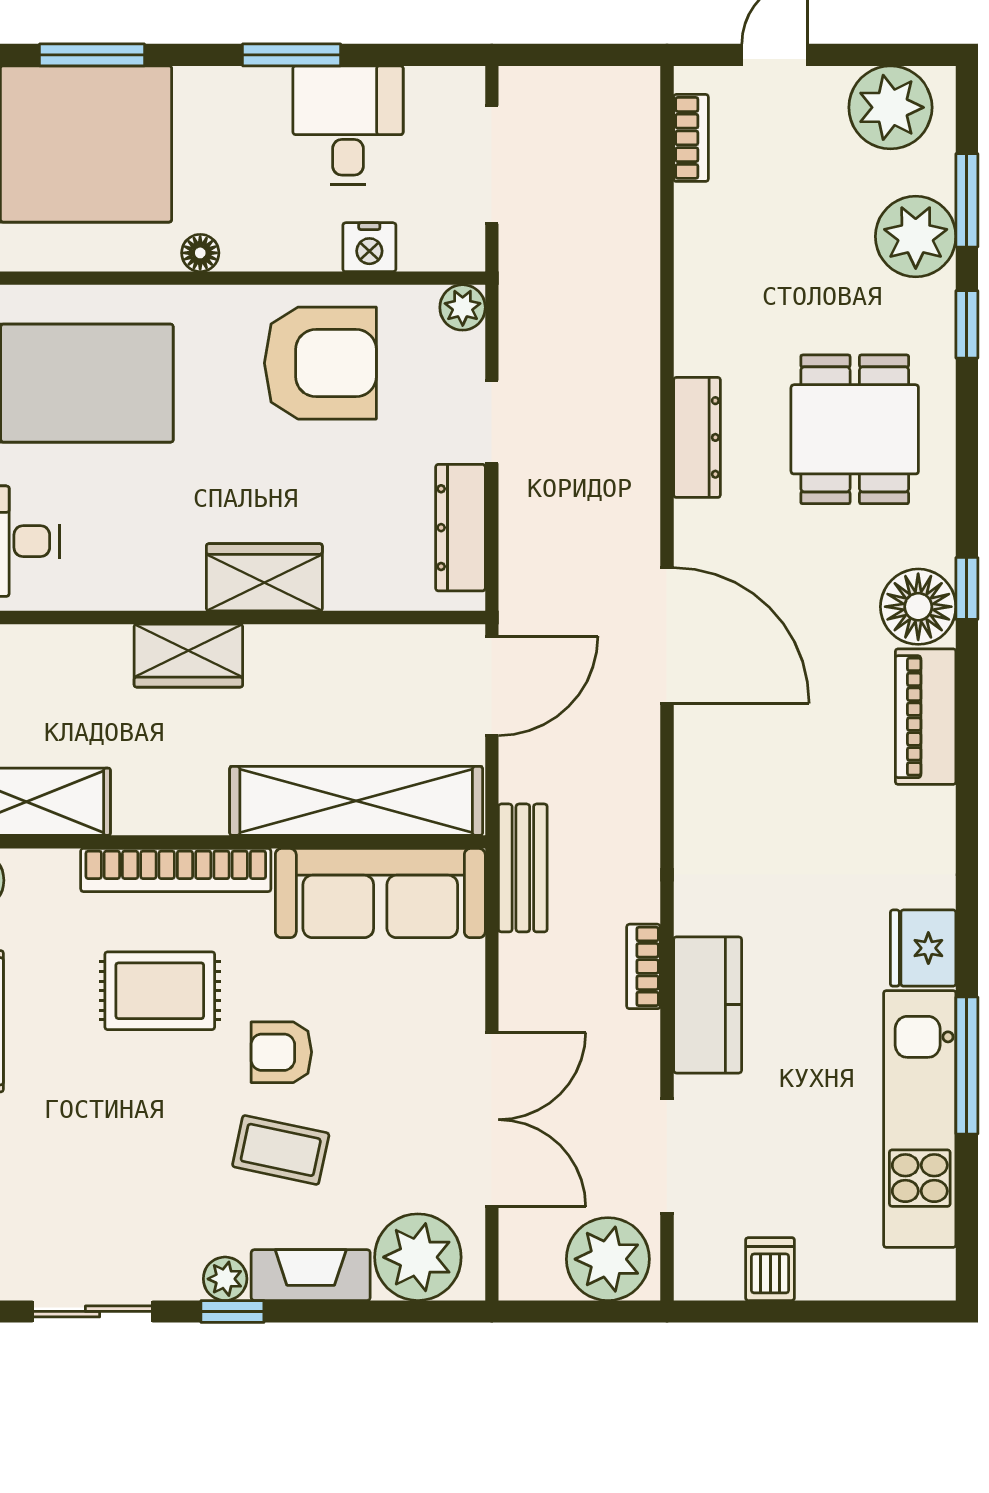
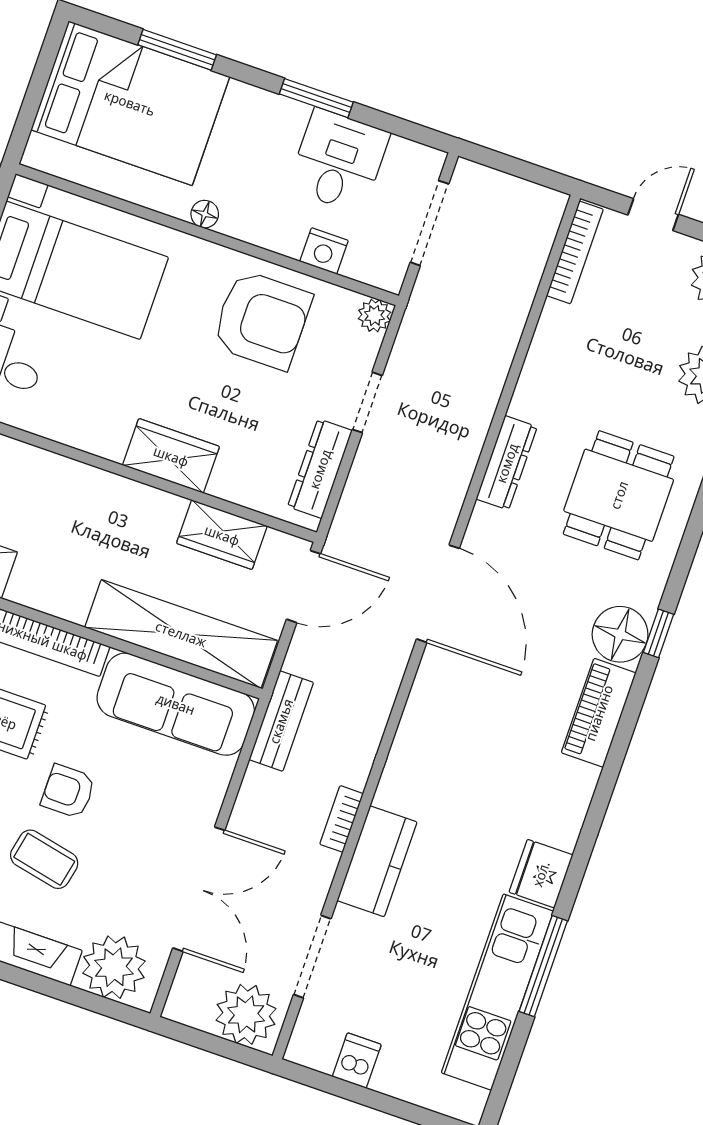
bookcase: (691, 138) -> (575, 252), width x1.56
wardrobe: (188, 656) -> (222, 535), moved

